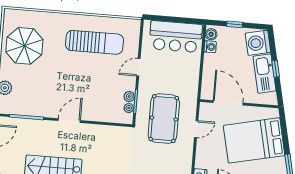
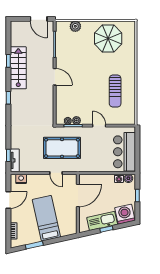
sun lounger: (94, 42) -> (115, 91), width x0.73, depth x0.75
bed: (254, 140) -> (46, 218), width x0.67

